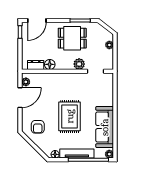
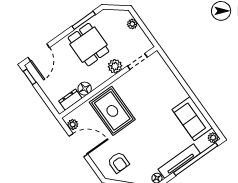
dining table: (72, 38) -> (88, 45), turned 90
door: (20, 98) -> (78, 145), hinge flipped
rug: (70, 116) -> (112, 111), moved
sofa: (105, 127) -> (192, 119), width x0.73

